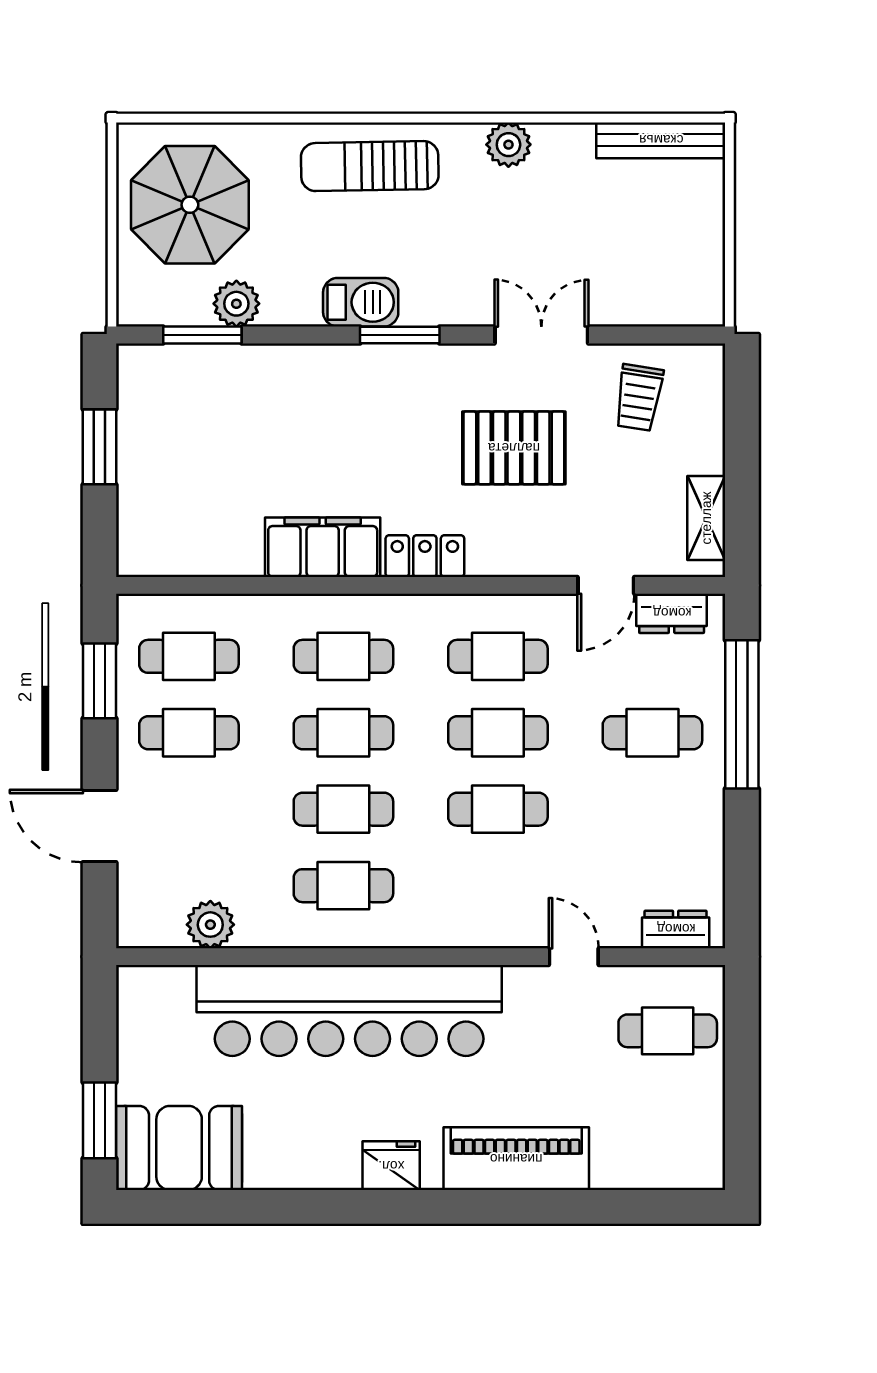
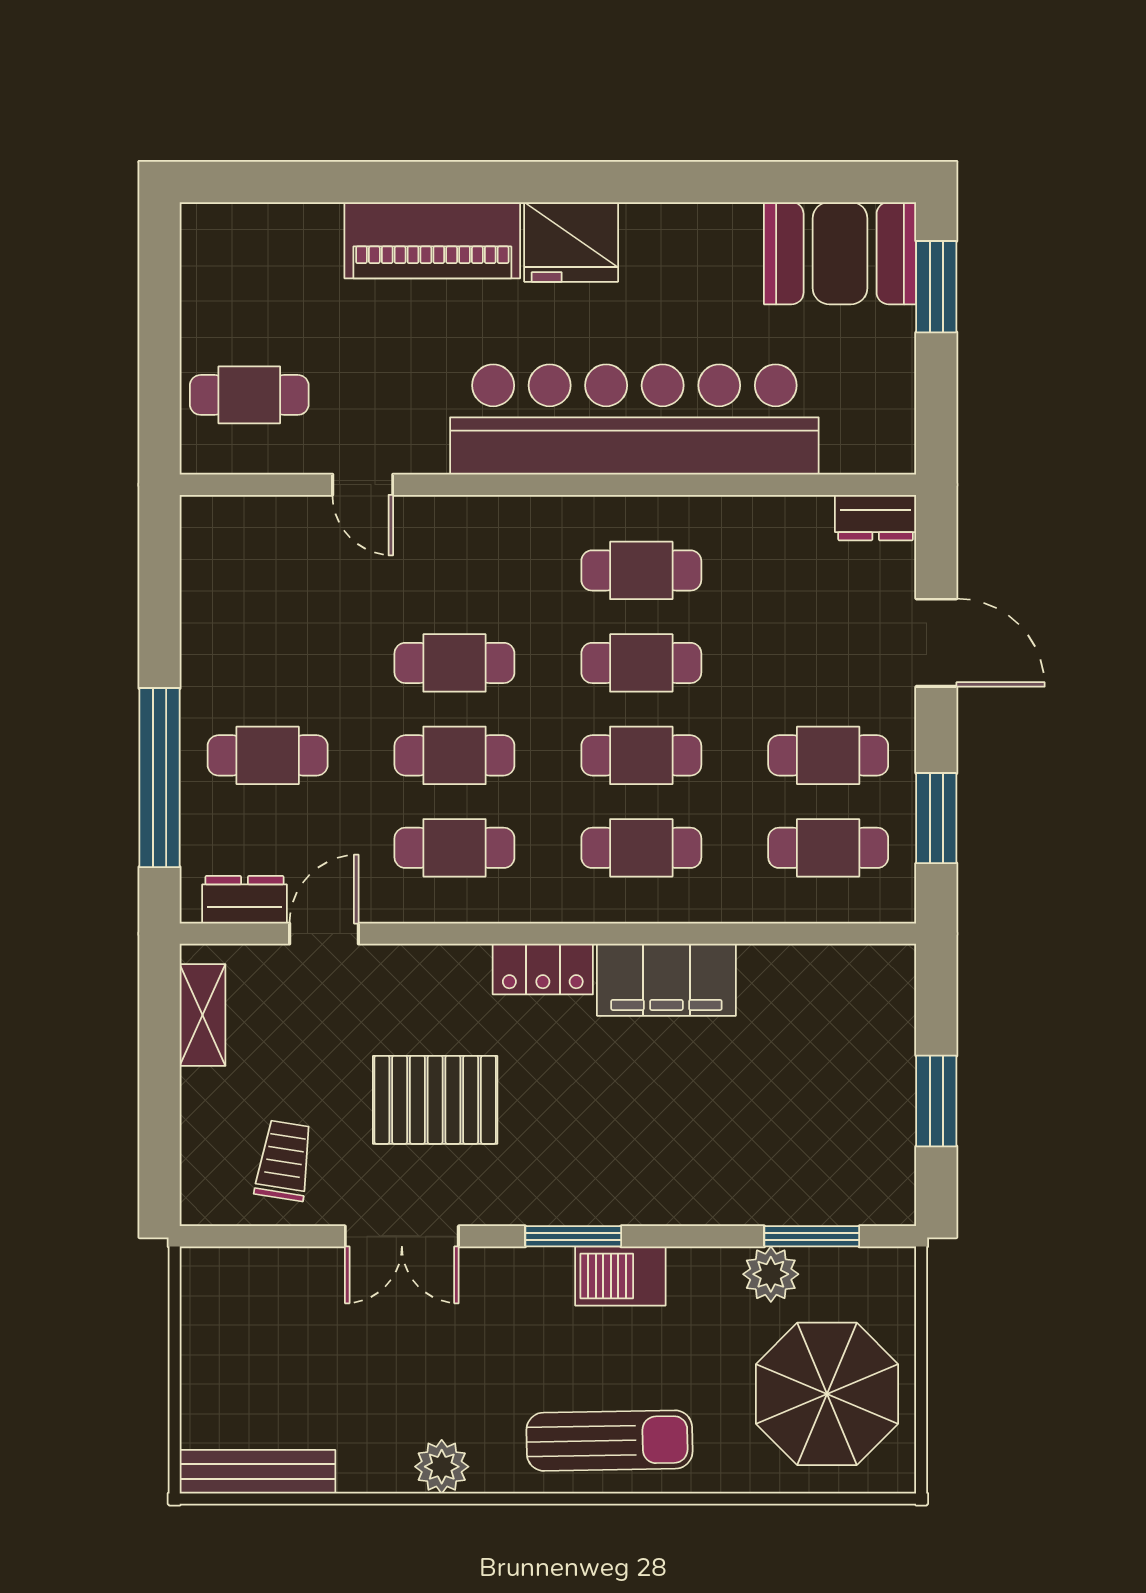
plant: (210, 925) -> (802, 523), removed
dresser: (676, 929) -> (876, 518), moved
fridge: (391, 1166) -> (571, 242), width x1.36, depth x1.34

